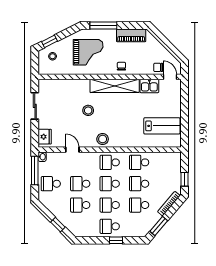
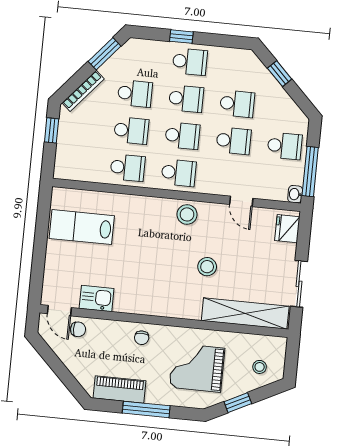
window: (103, 26) -> (146, 409), moved
window: (50, 41) -> (238, 403), moved
shelving: (115, 86) -> (245, 313), moved

